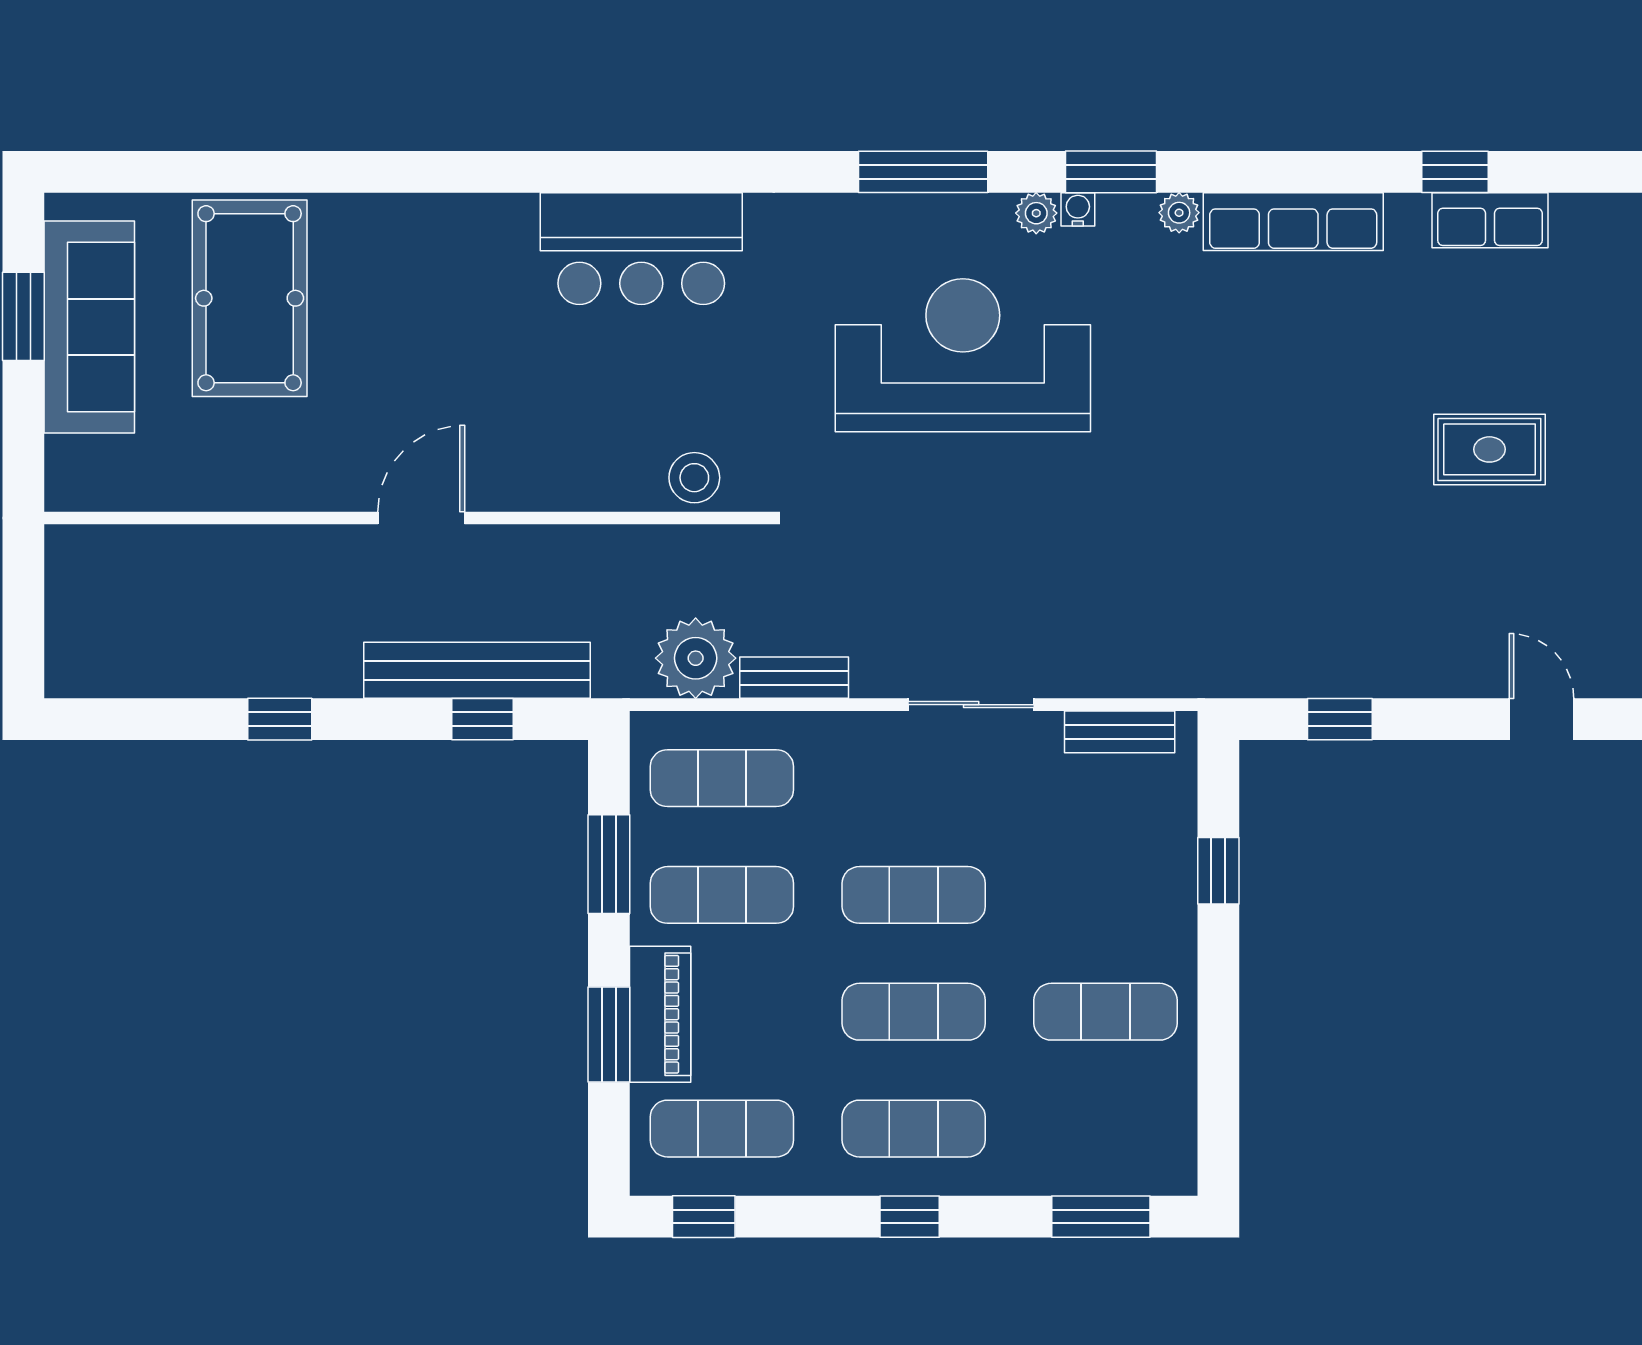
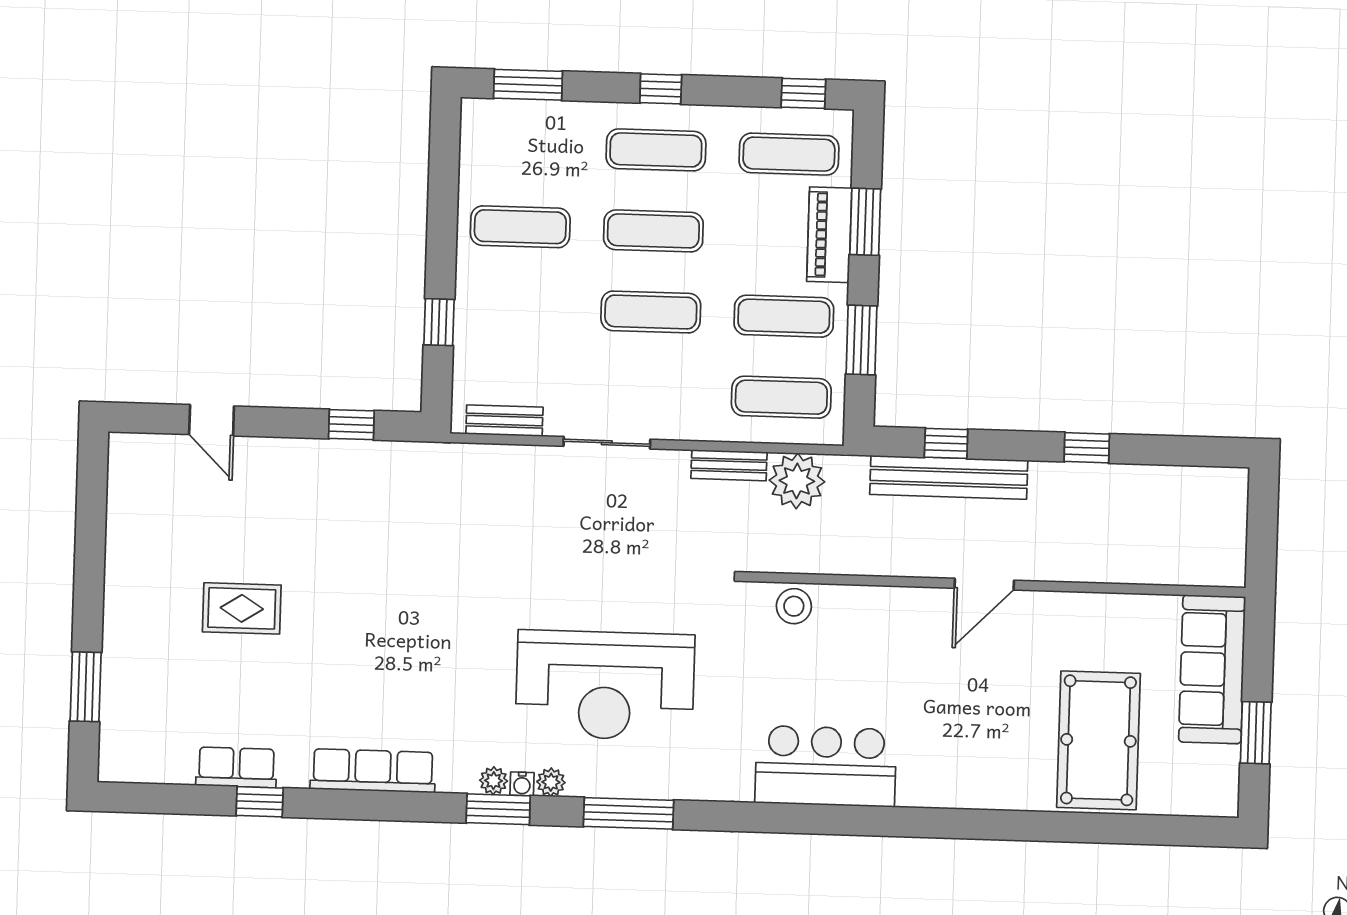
plant: (1179, 213) -> (494, 781), moved
sofa: (89, 327) -> (1212, 669), moved

